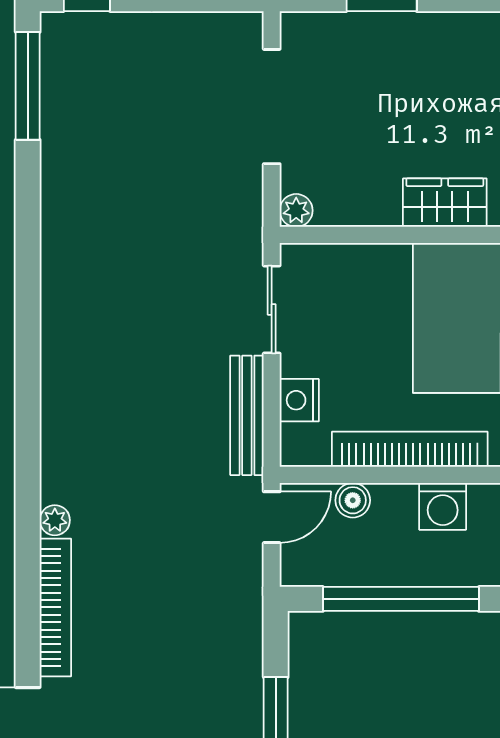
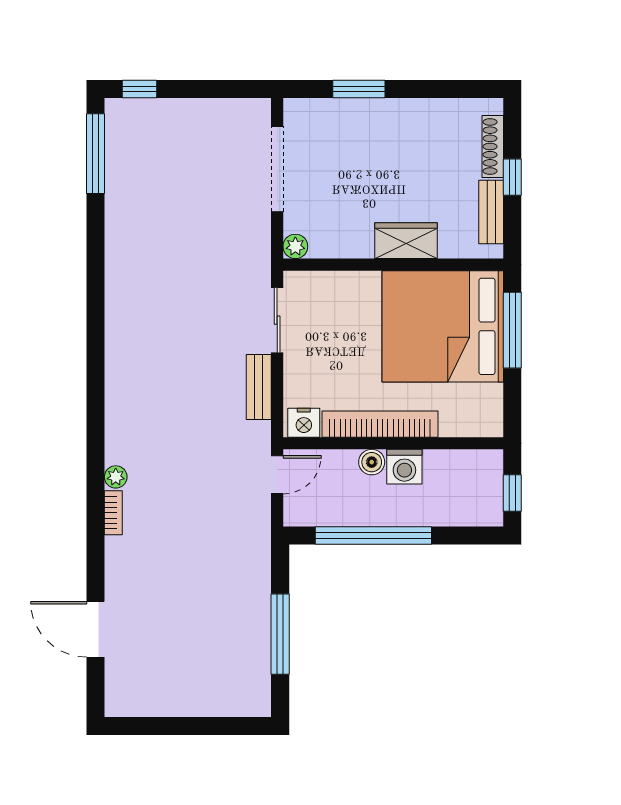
nightstand: (299, 400) -> (304, 423), moved, turned -90
bench: (247, 415) -> (259, 387), width x0.73
boiler: (353, 500) -> (372, 462), moved
bookcase: (55, 607) -> (113, 513), width x0.43, depth x0.76

